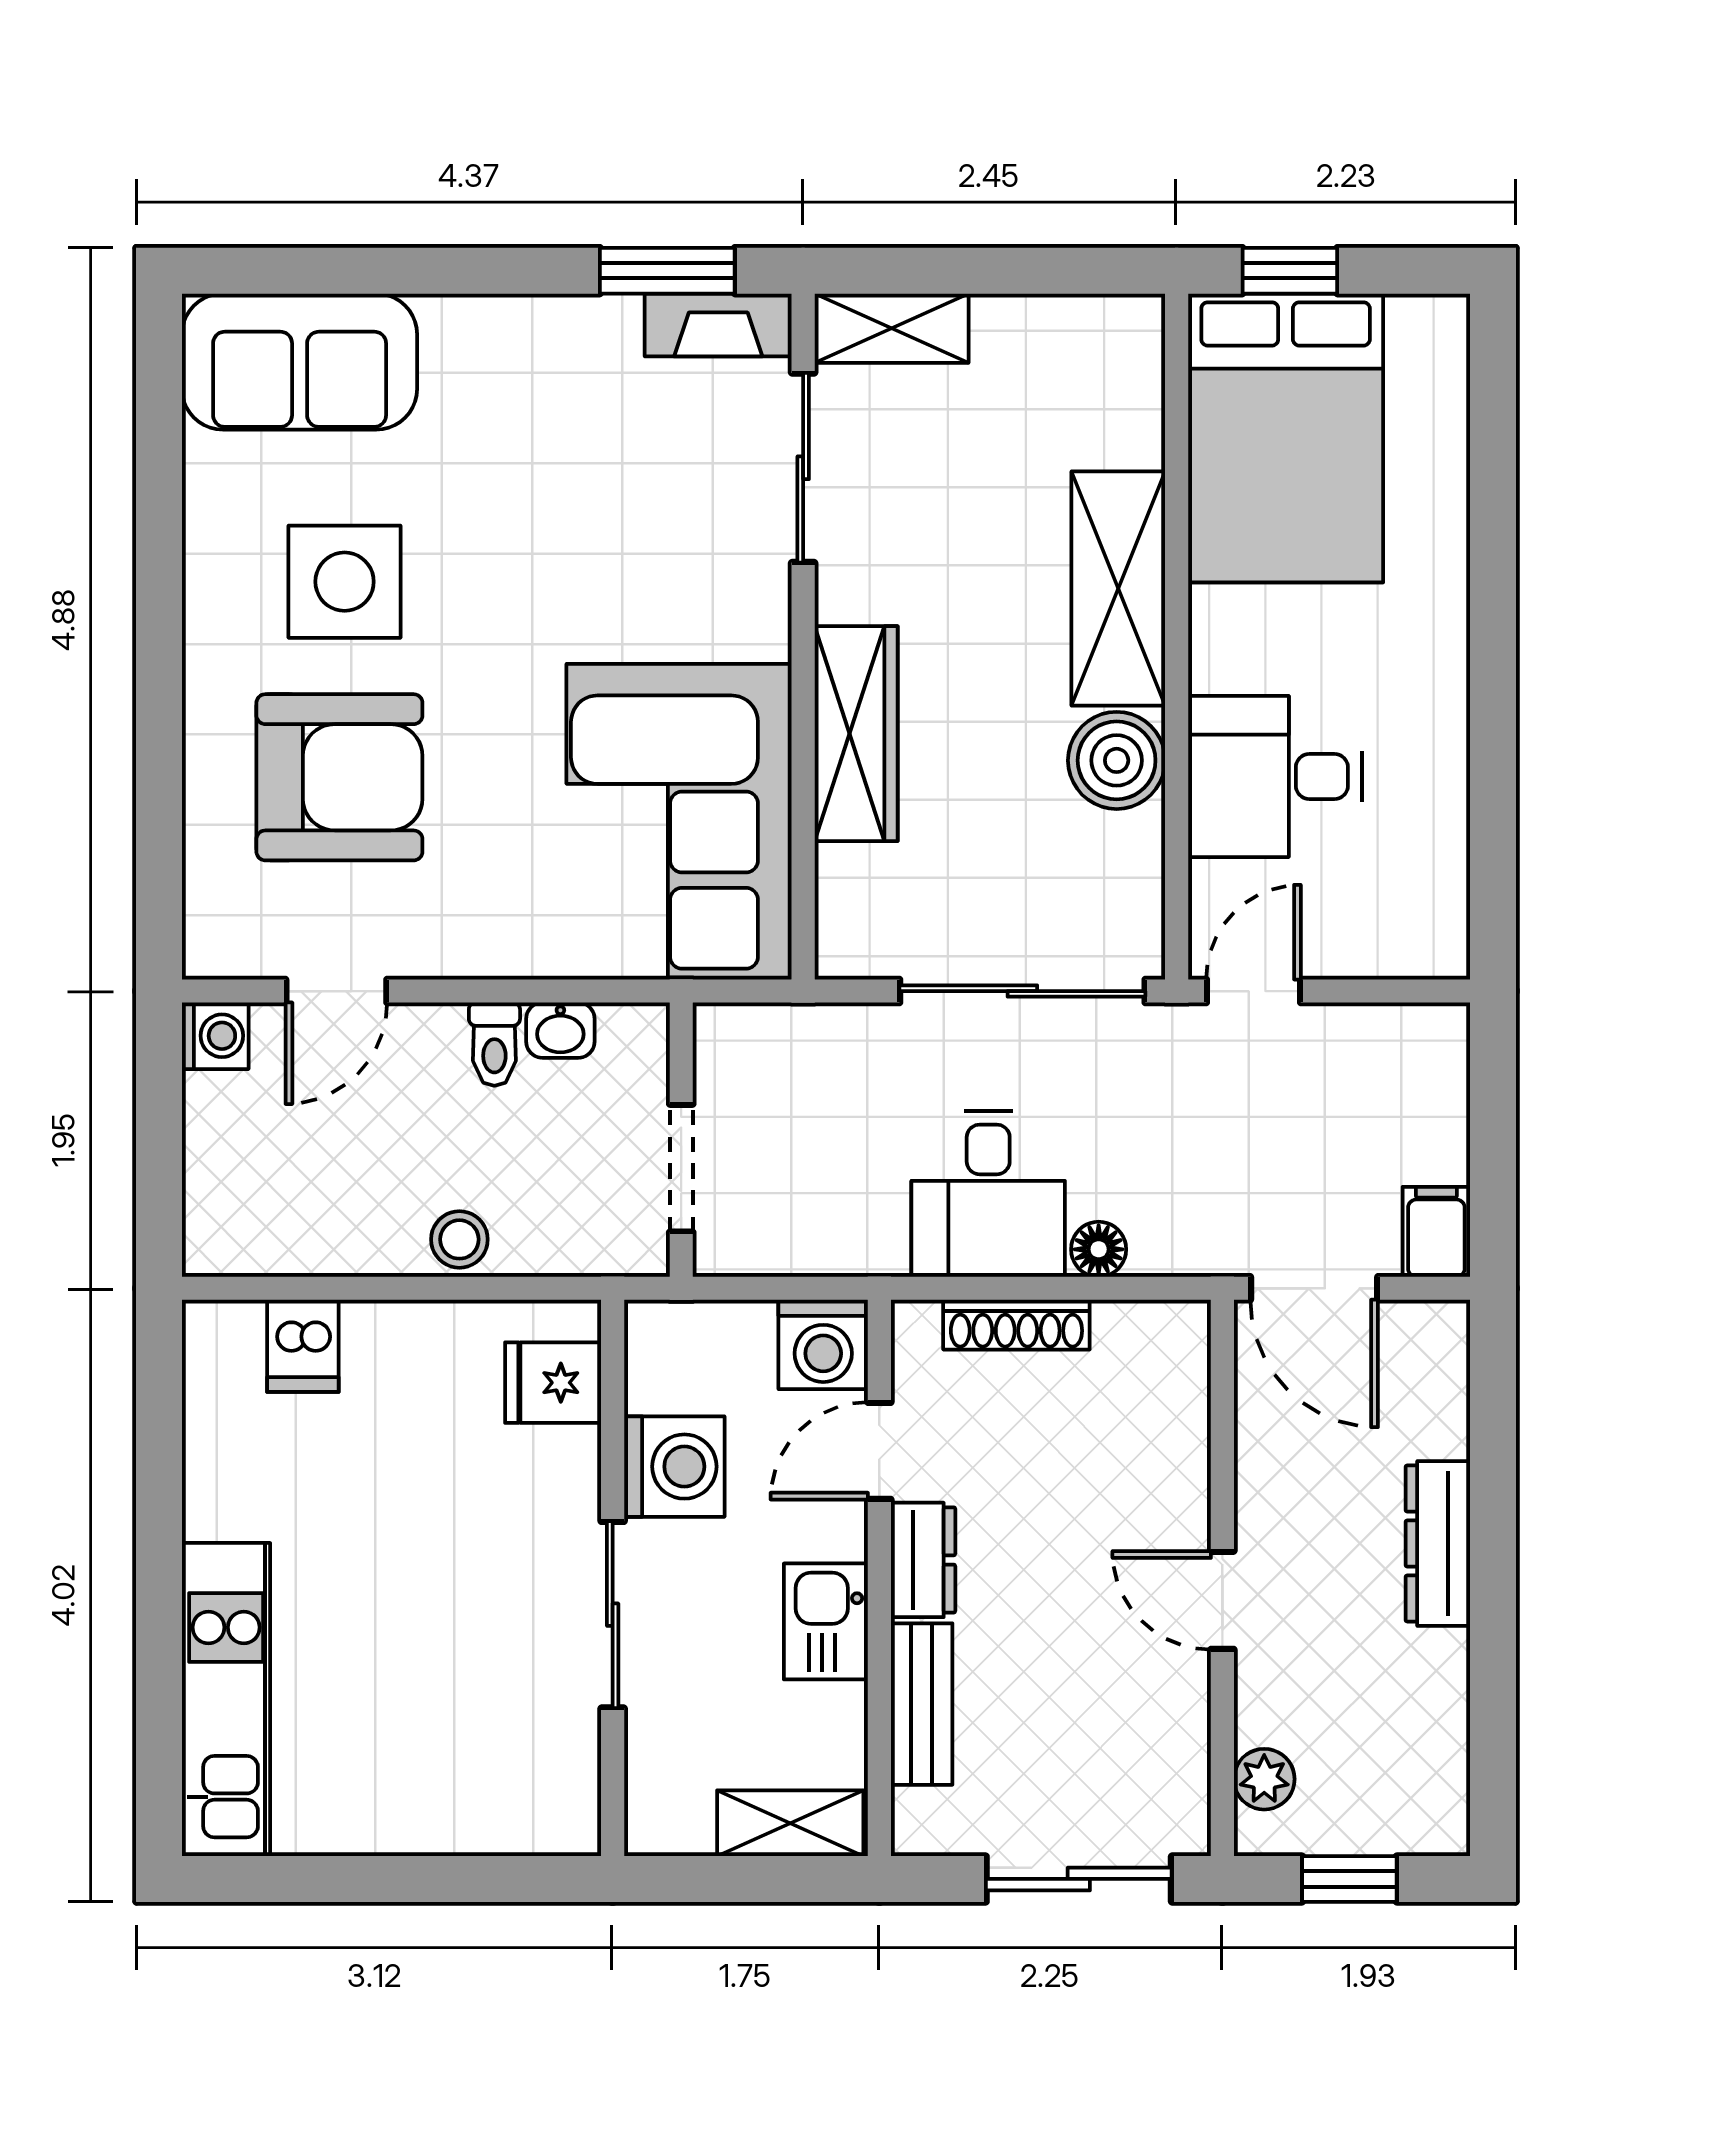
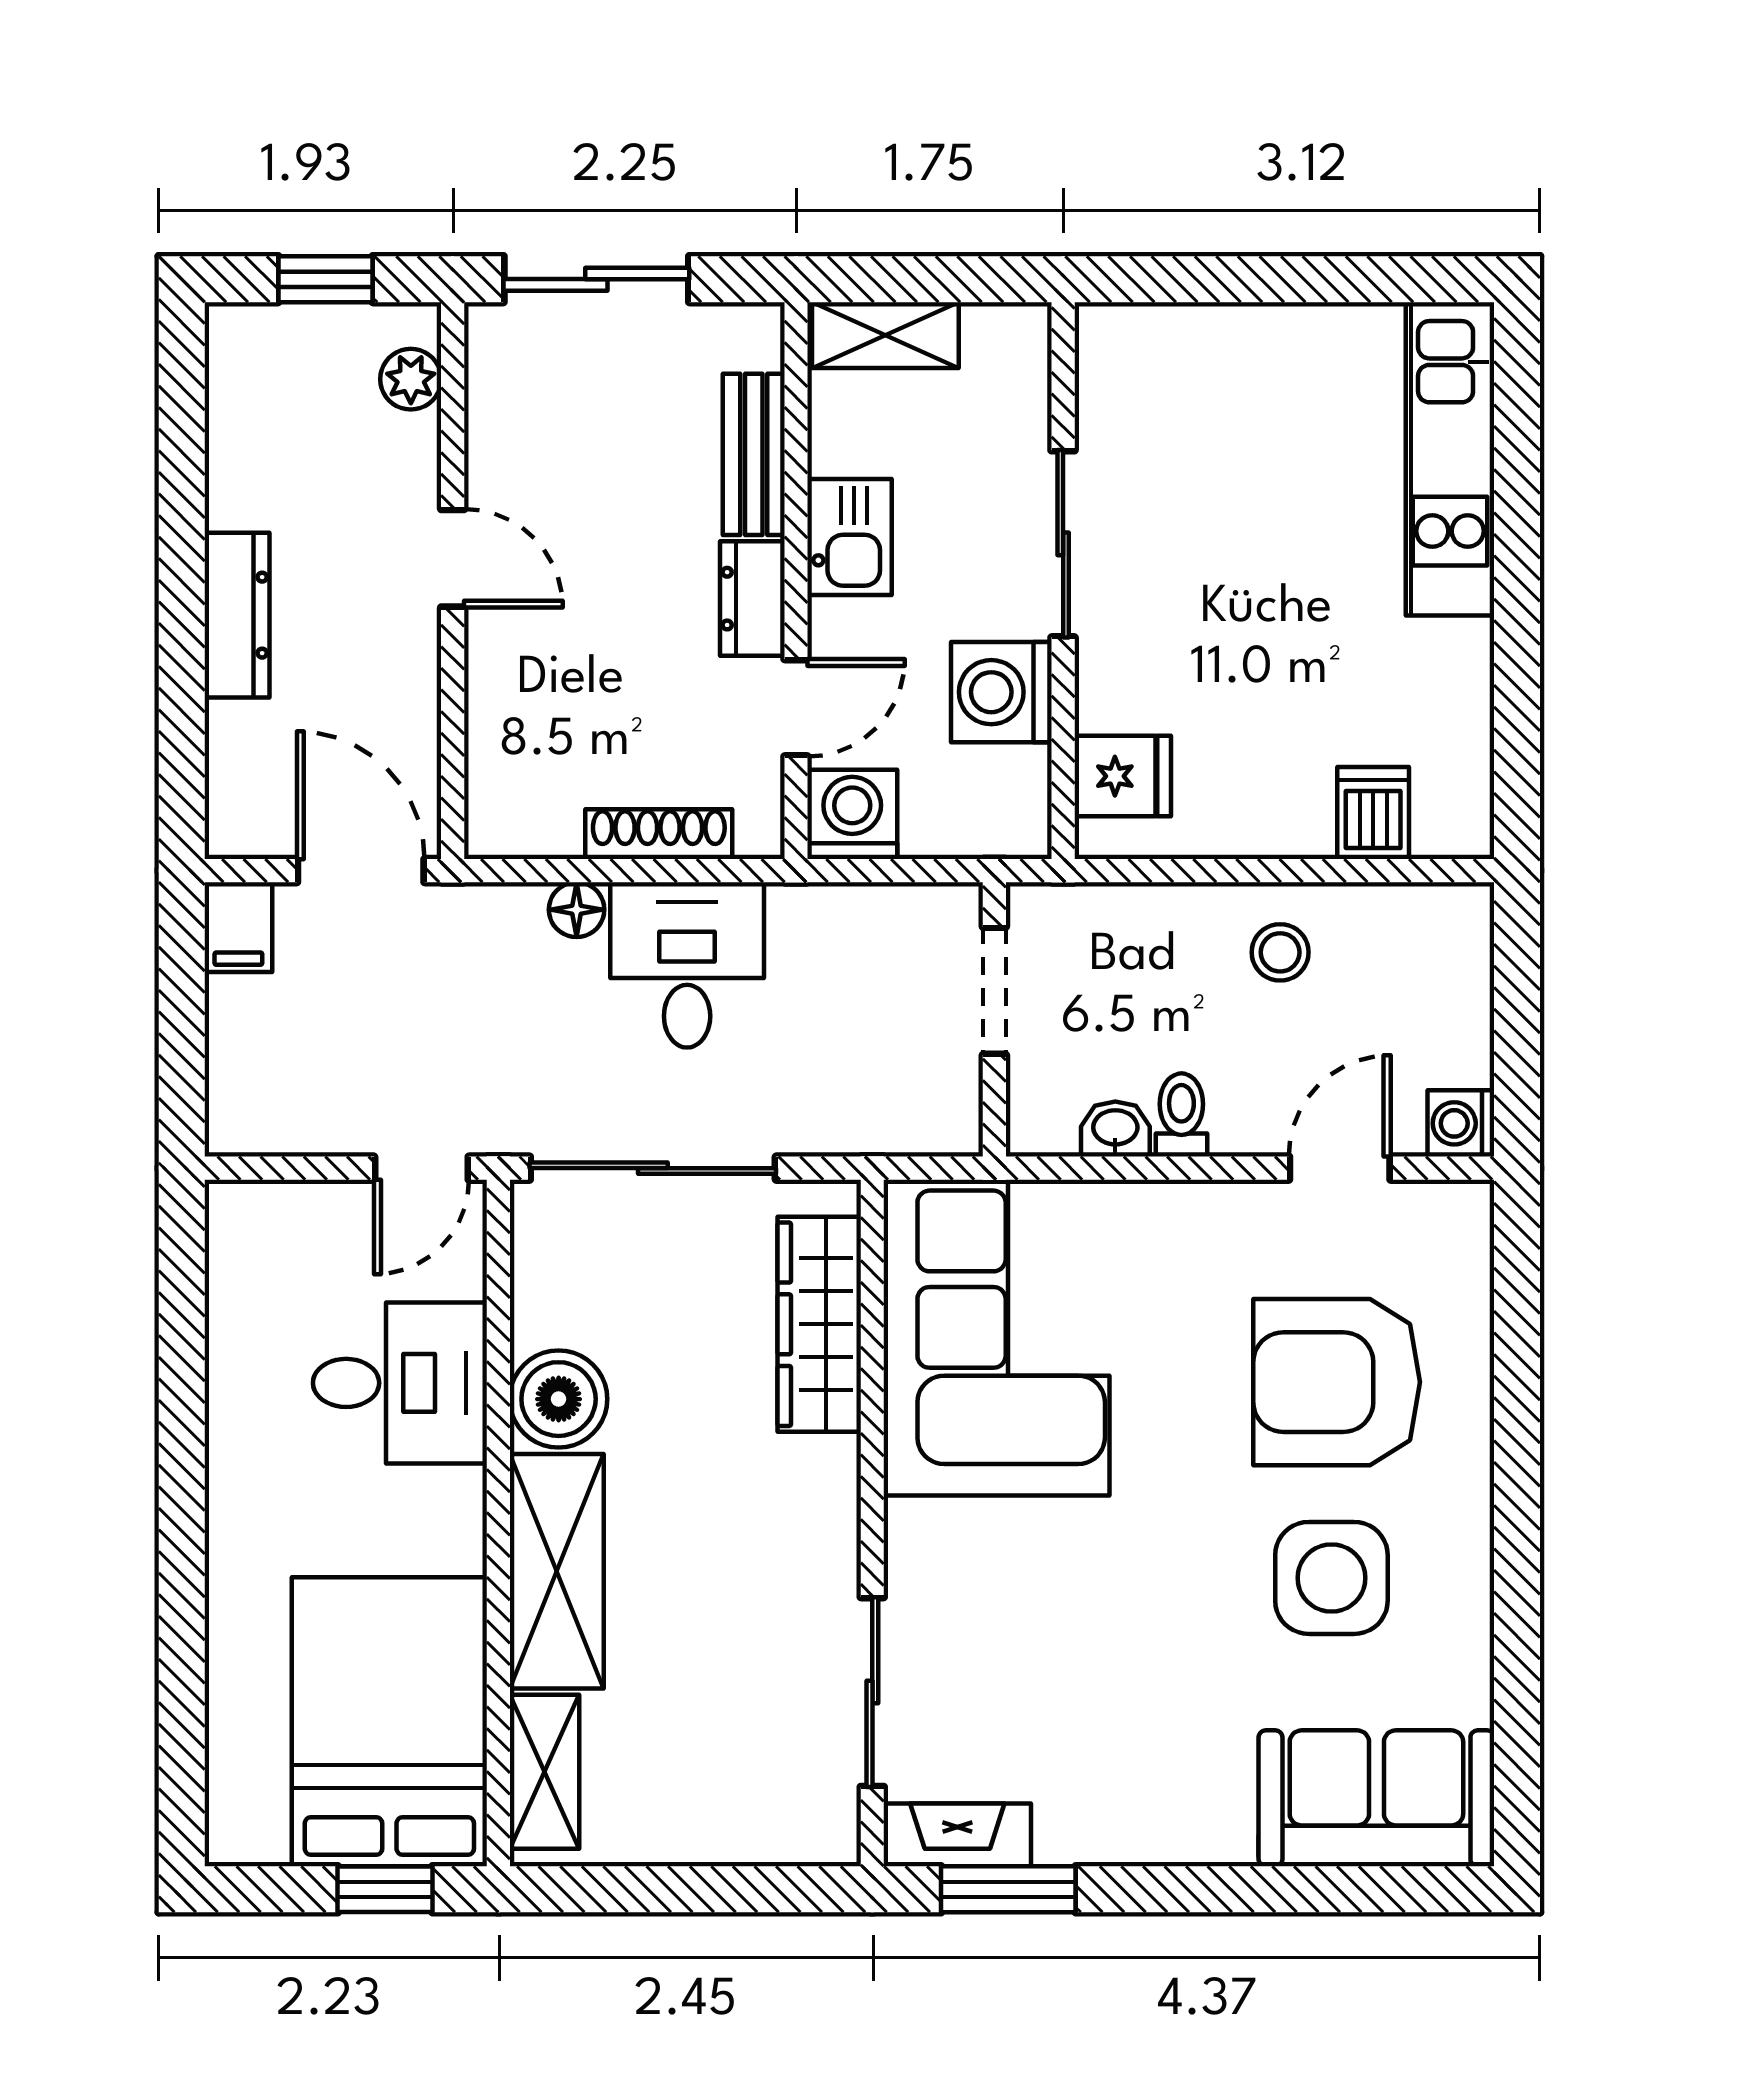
shelving: (892, 328) -> (545, 1772), moved, turned 90
wardrobe: (856, 734) -> (819, 1324), moved
stool: (459, 1239) -> (1280, 952), moved

